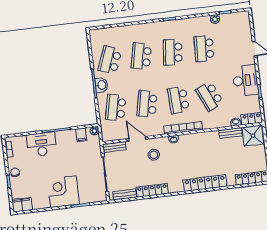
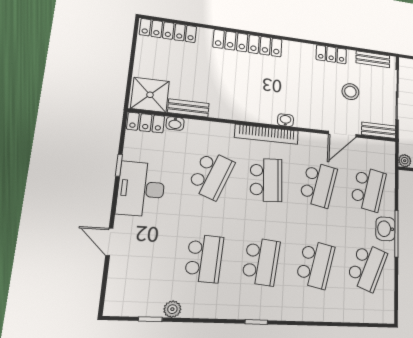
school desk: (210, 96) -> (211, 175), turned 45
door: (137, 139) -> (342, 134), hinge flipped
stool: (154, 155) -> (350, 92), moved
locker: (152, 190) -> (331, 54), width x0.66

